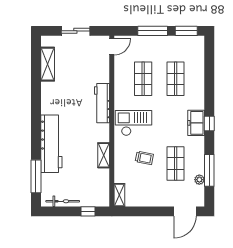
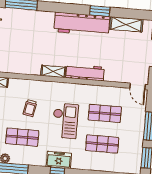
window: (36, 93) -> (100, 11), added
checkout: (133, 123) -> (65, 121), moved
workbench: (51, 144) -> (82, 24), moved
shelving: (104, 155) -> (53, 71), moved

